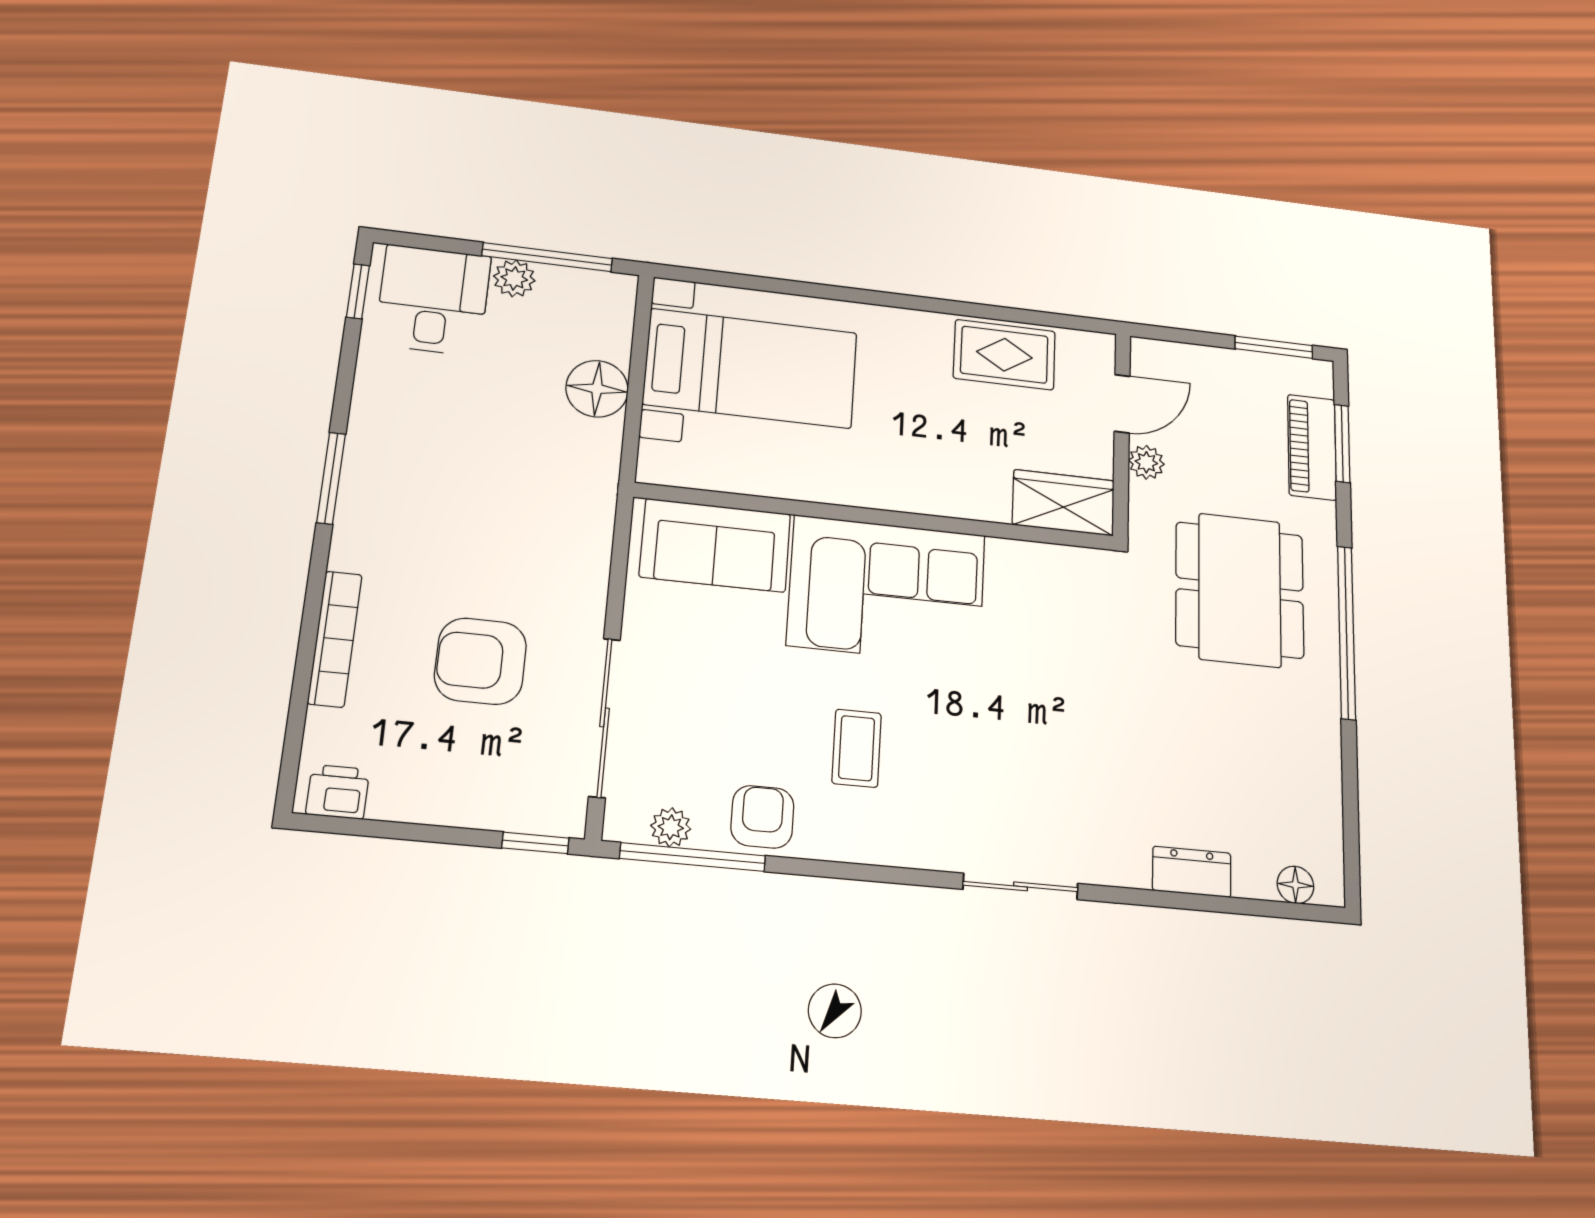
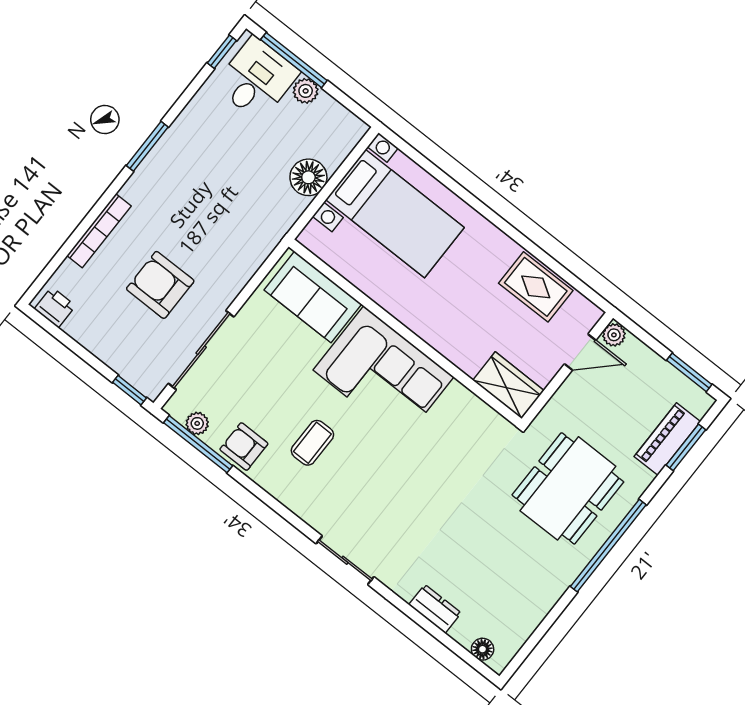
window: (547, 257) -> (294, 60), moved
plant: (1146, 462) -> (614, 335), moved
armchair: (762, 817) -> (244, 446), turned -90

